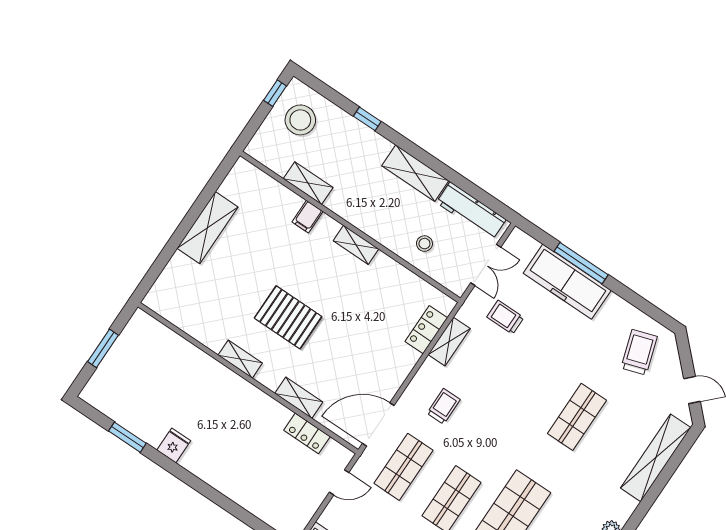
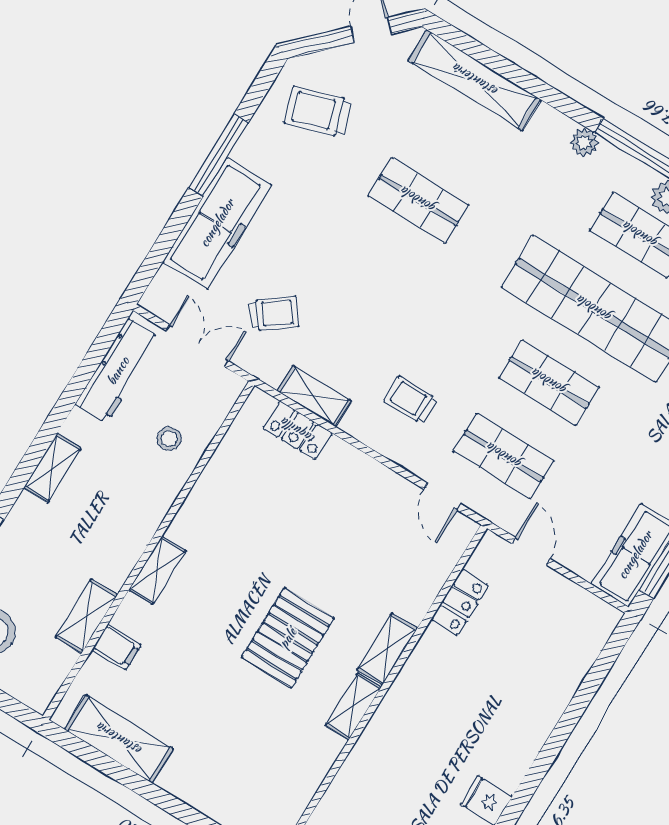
shelving: (415, 173) -> (52, 468), width x0.67, depth x0.75
filing cabinet: (308, 217) -> (116, 647), moved
shelving: (207, 228) -> (119, 739), moved
shelving: (356, 245) -> (157, 570), moved
window: (581, 263) -> (219, 155), moved
trolley: (505, 317) -> (274, 313), turned -127
shelving: (299, 398) -> (387, 649), moved
door: (378, 424) -> (442, 497), width x0.53

